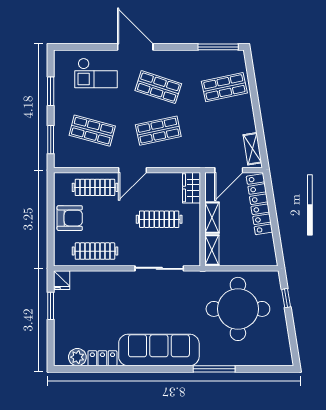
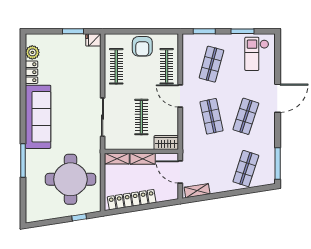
checkout: (96, 73) -> (257, 54), moved
shop shelf: (224, 87) -> (246, 169), turned 30
locker: (259, 204) -> (132, 200), moved

